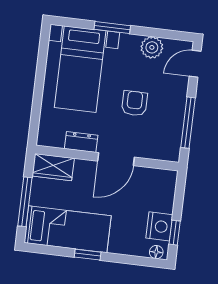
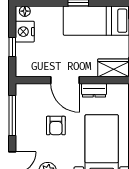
door: (116, 159) -> (65, 80), swing flipped
window: (175, 233) -> (12, 47), moved

